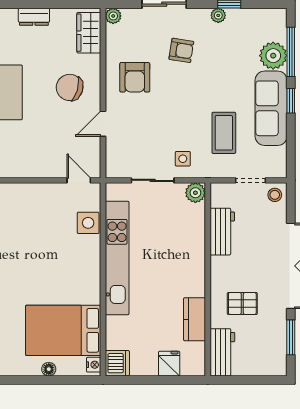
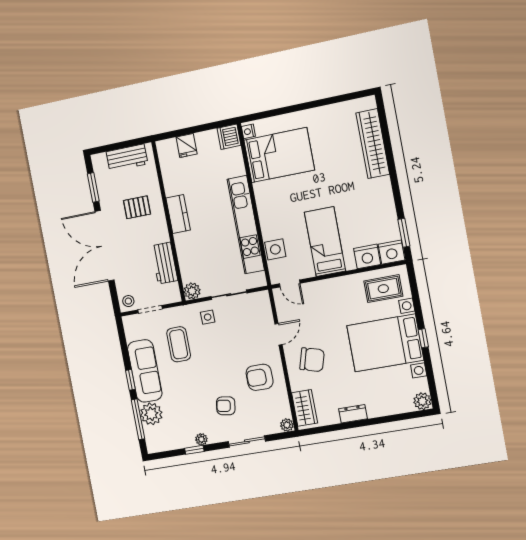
armchair: (135, 77) -> (260, 377), turned -90
bed: (29, 221) -> (325, 242), added
kitchen counter: (195, 319) -> (178, 214), moved
workbench: (222, 352) -> (127, 158), moved, turned -90
floor lamp: (49, 369) -> (285, 120), removed

